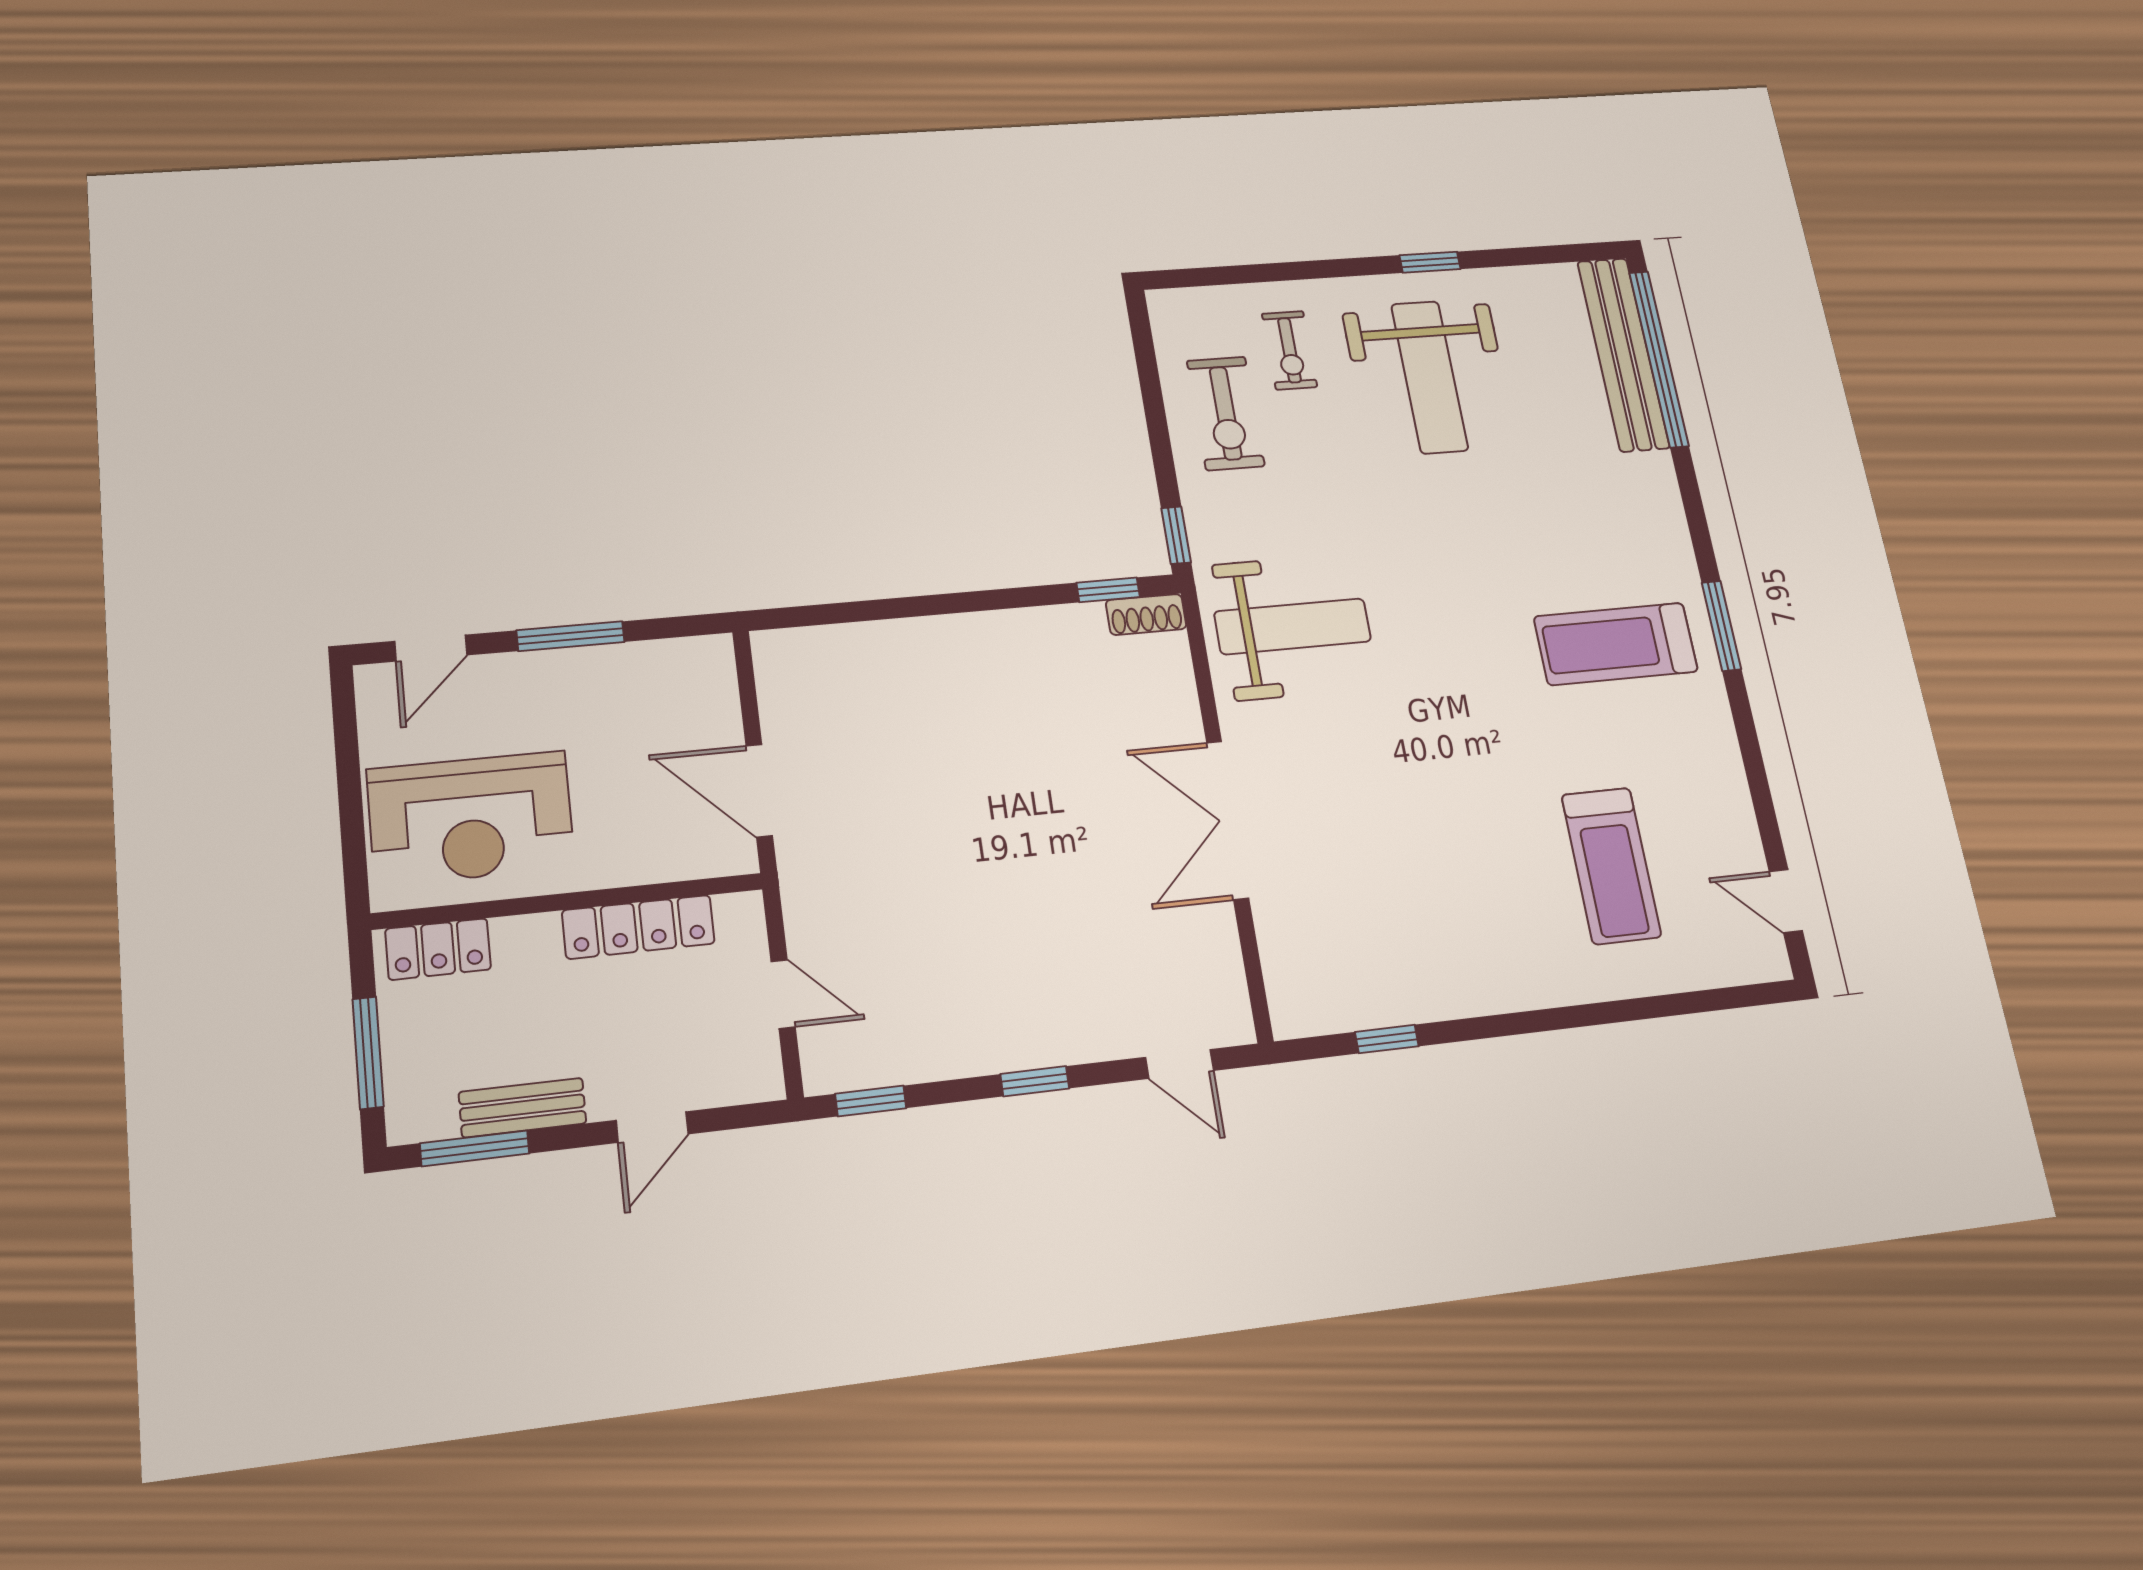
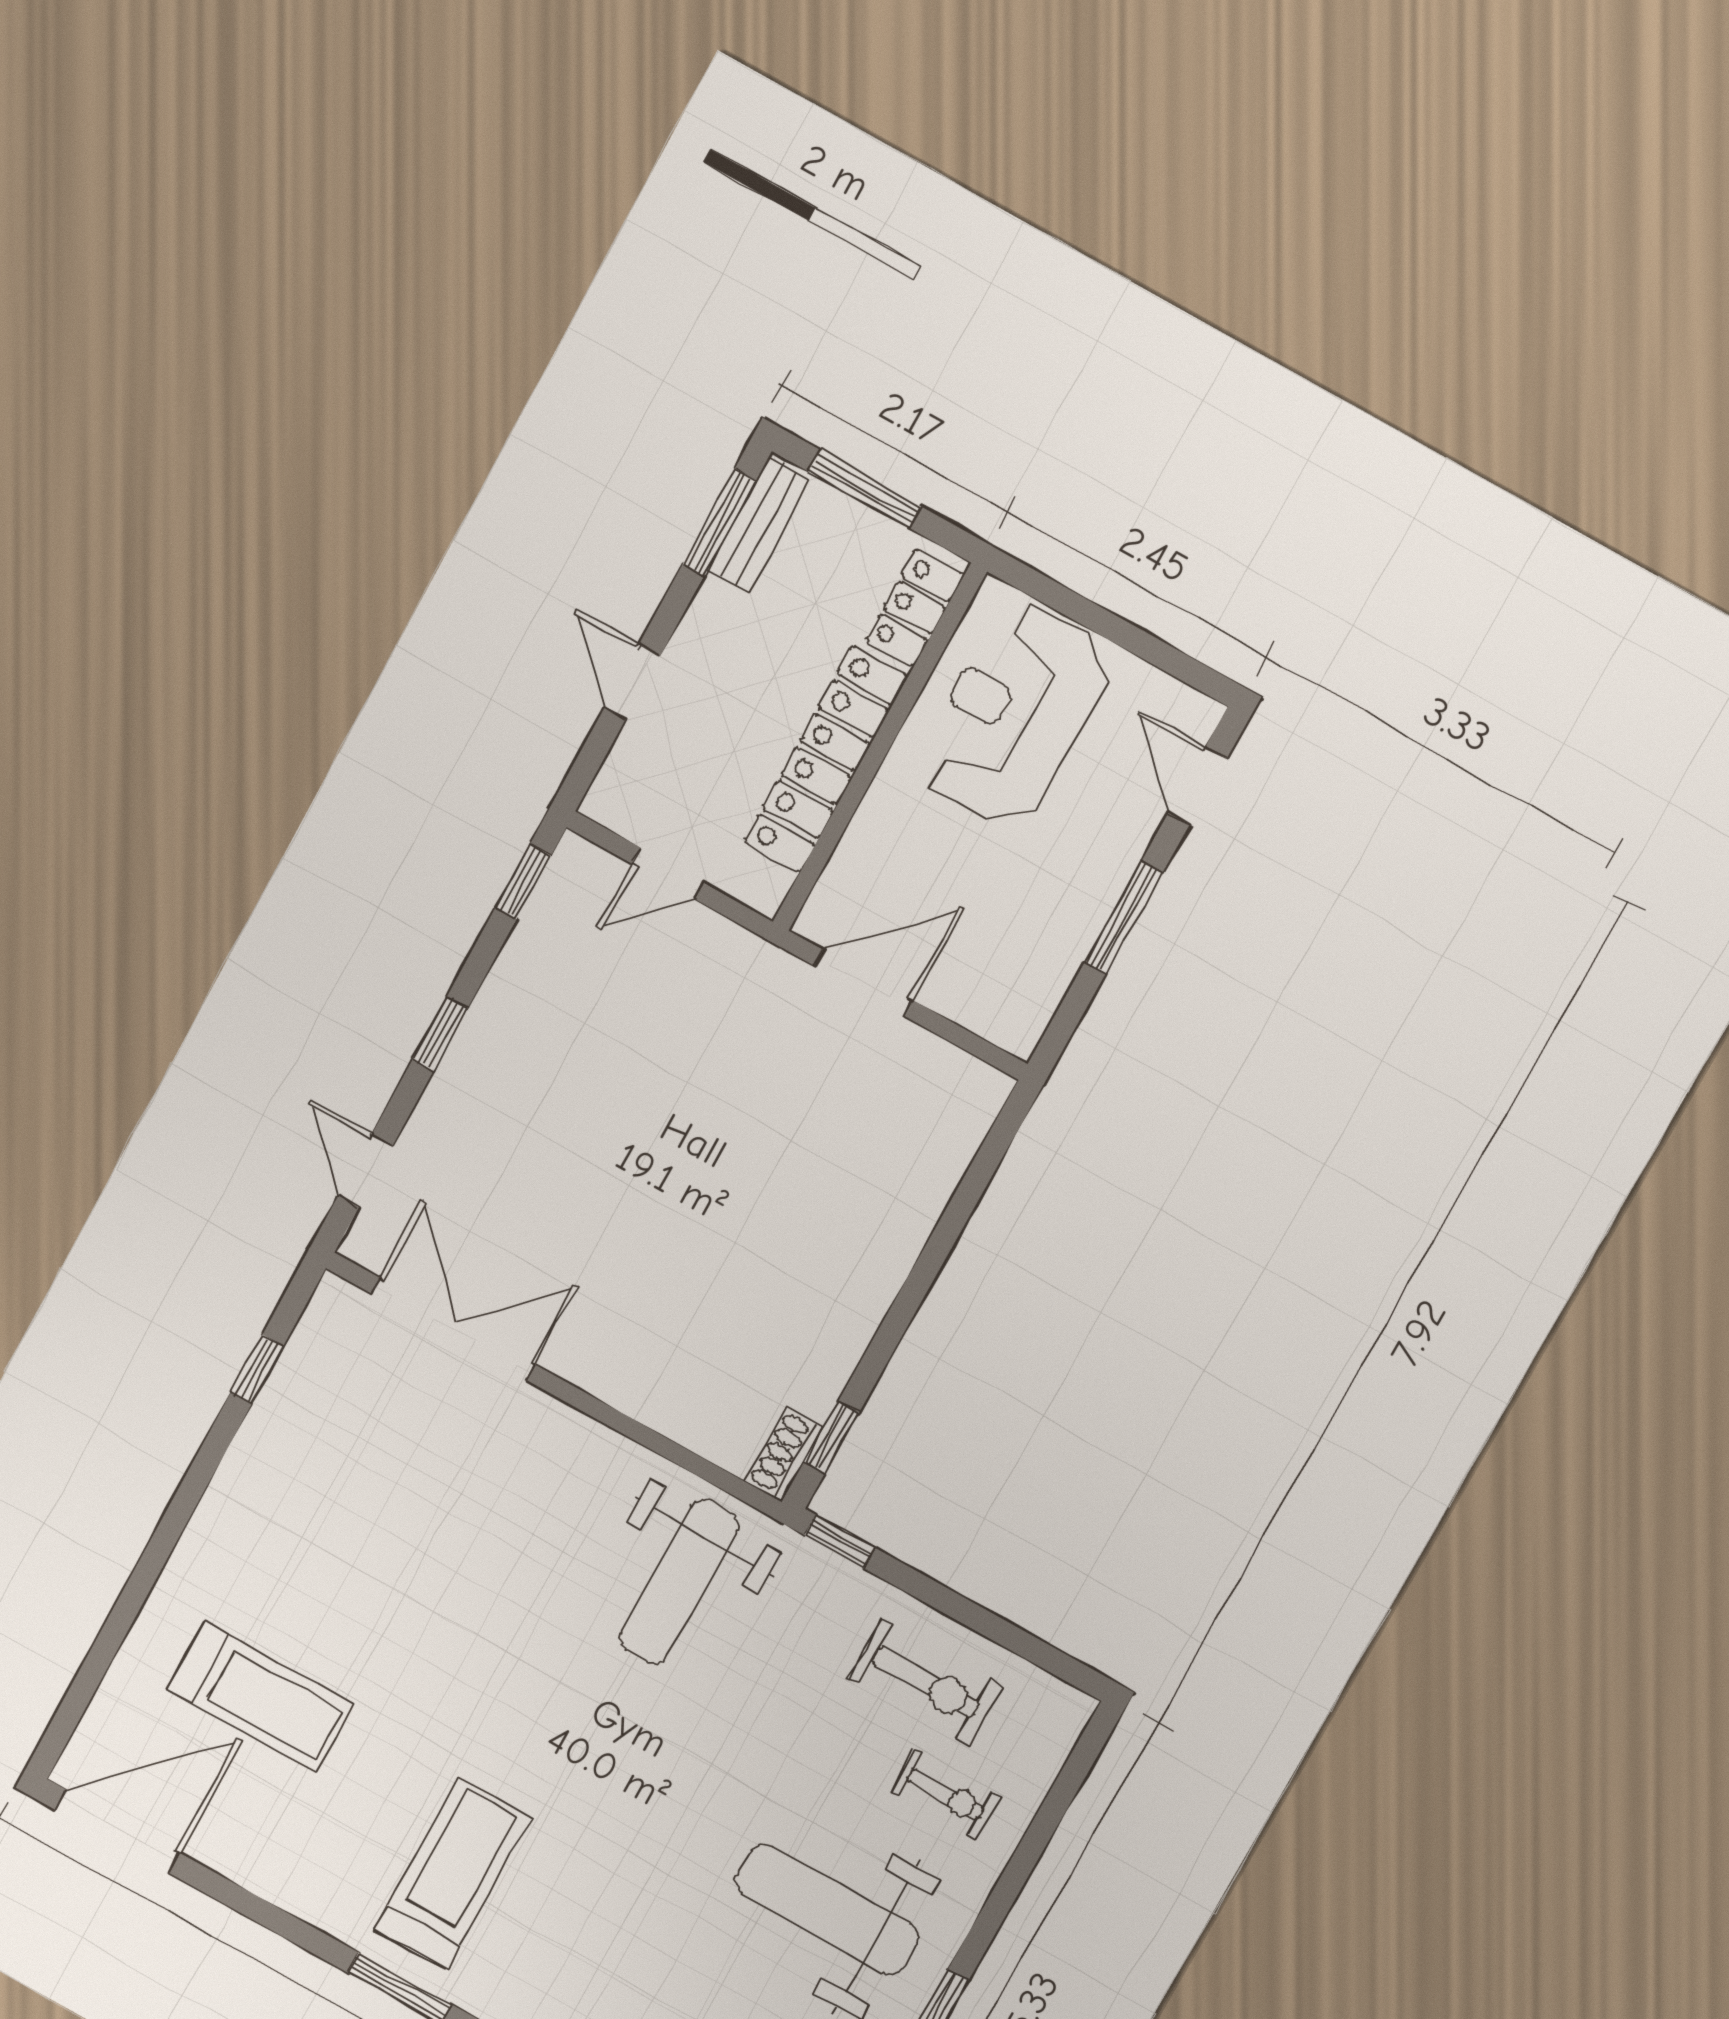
exercise bike: (1289, 350) -> (946, 1794), turned 180
exercise bike: (1226, 413) -> (925, 1682), turned 180
double door: (1228, 820) -> (453, 1329), moved
treadmill: (1611, 866) -> (261, 1697), turned 180
door: (1786, 901) -> (117, 1831), width x1.87
locker: (638, 927) -> (826, 759), width x1.41, depth x1.21
door: (1180, 1064) -> (365, 1171), hinge flipped
bench: (522, 1108) -> (759, 525), moved

